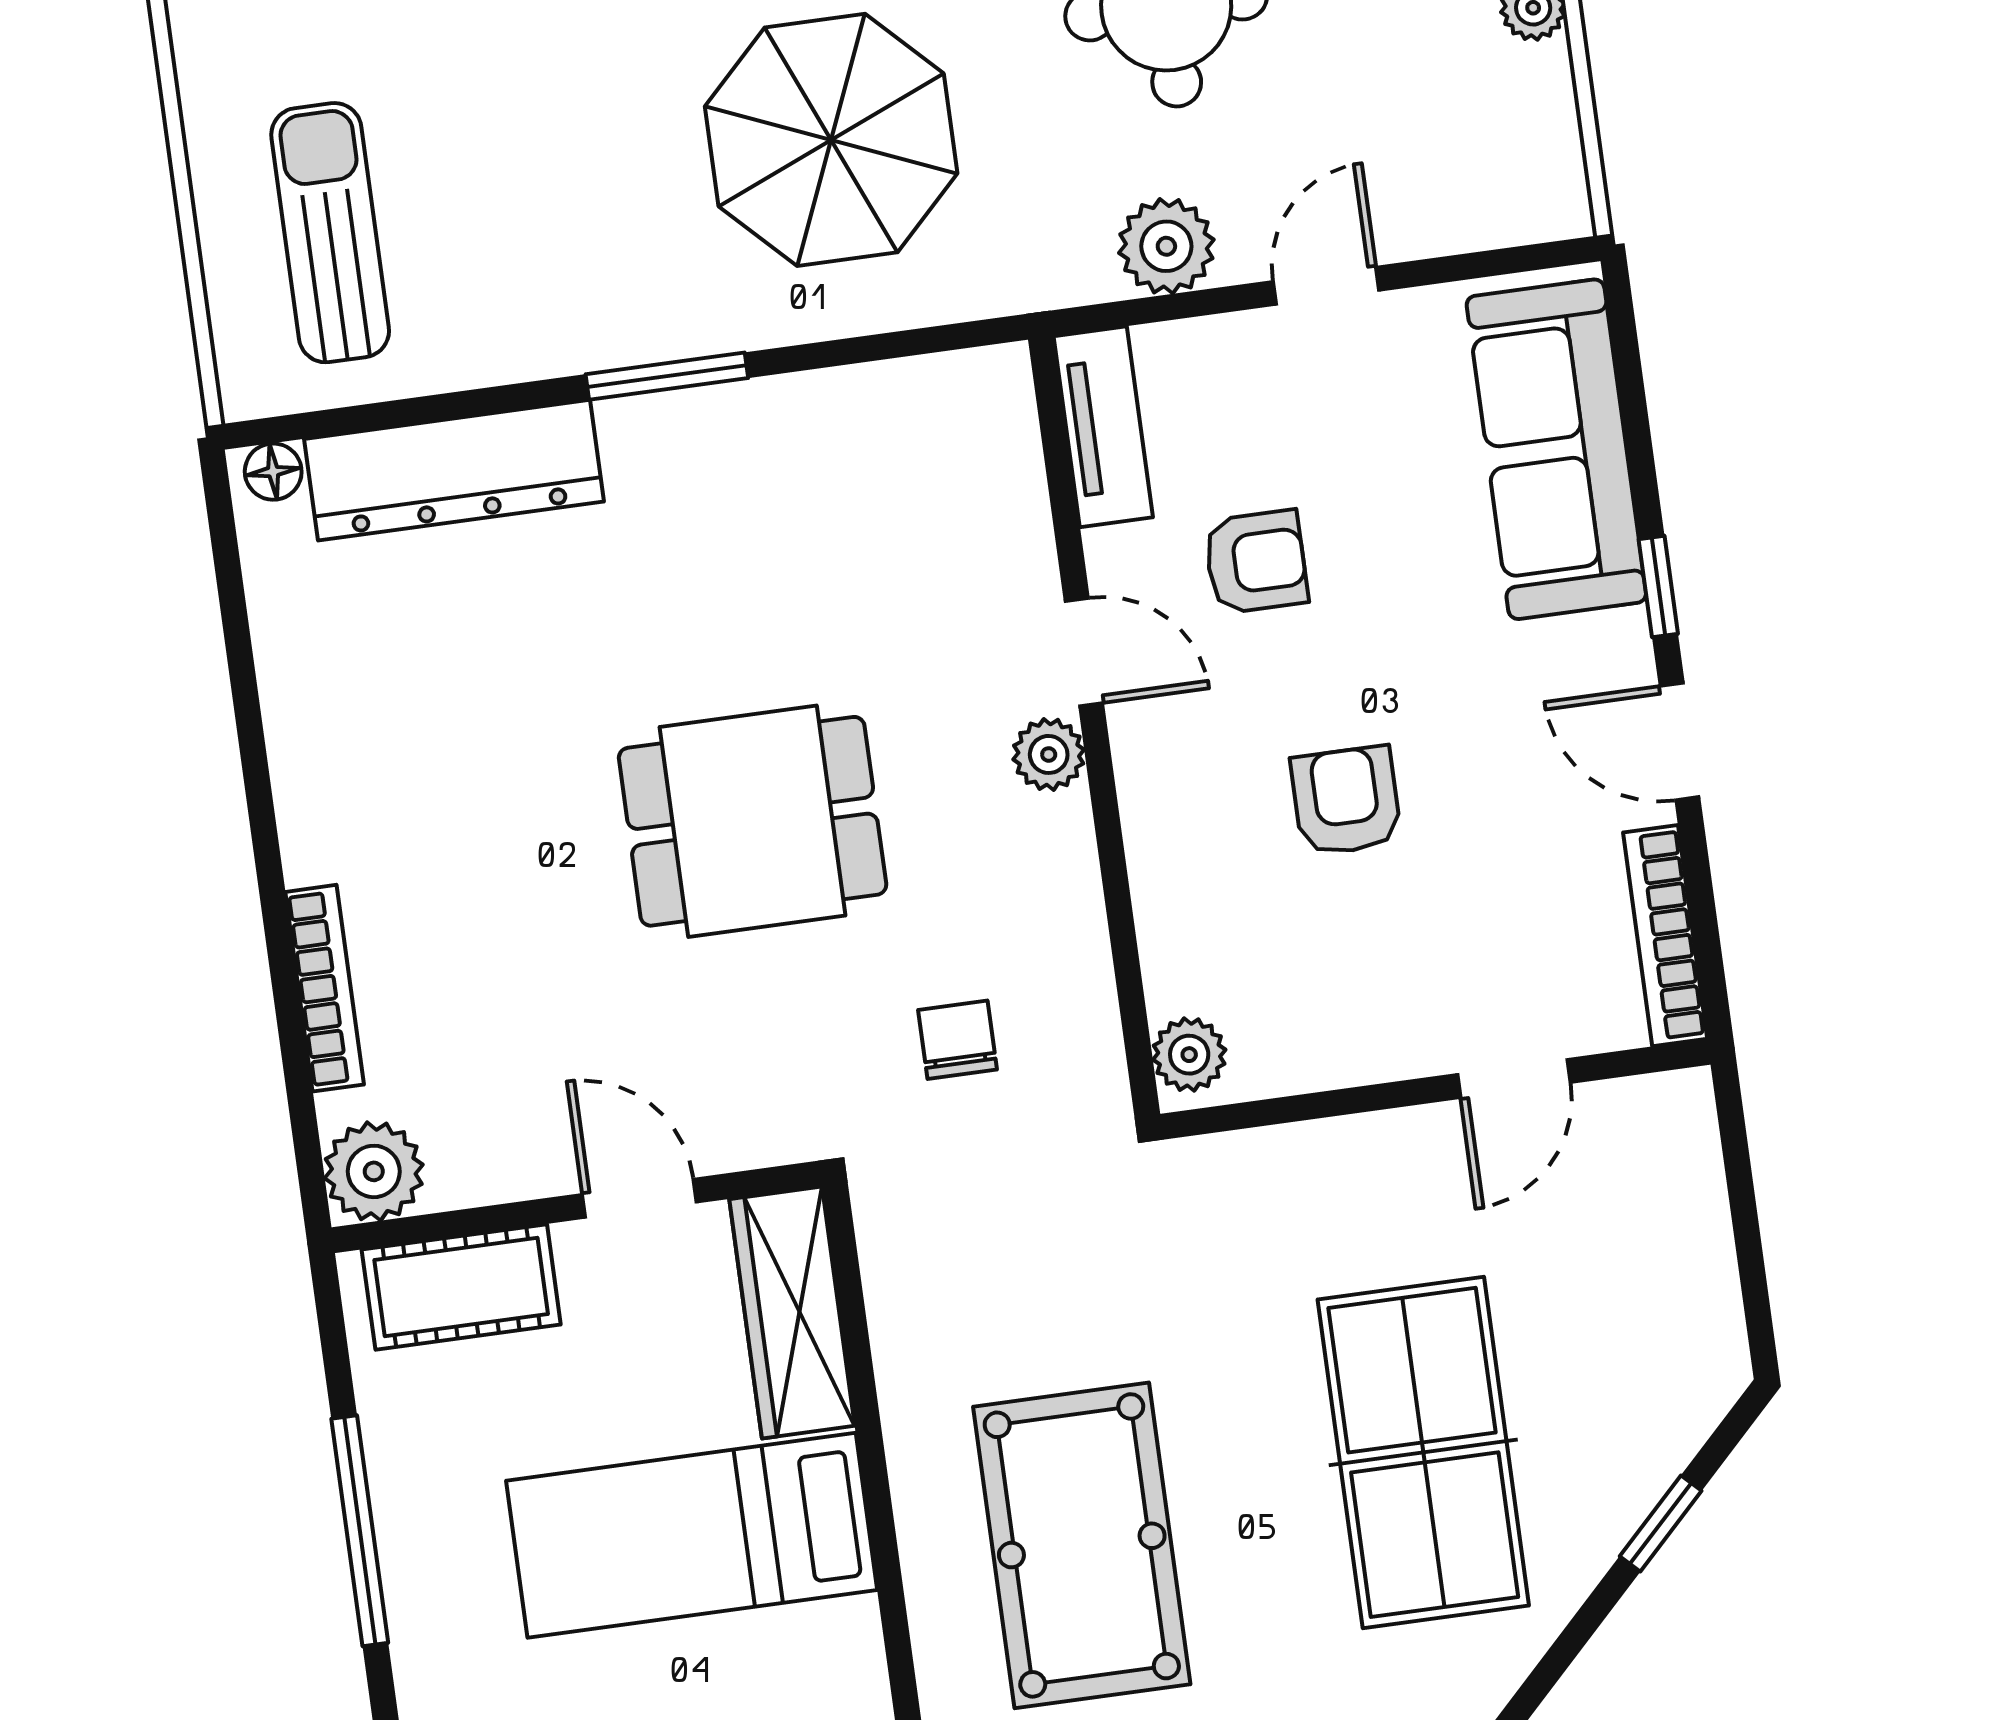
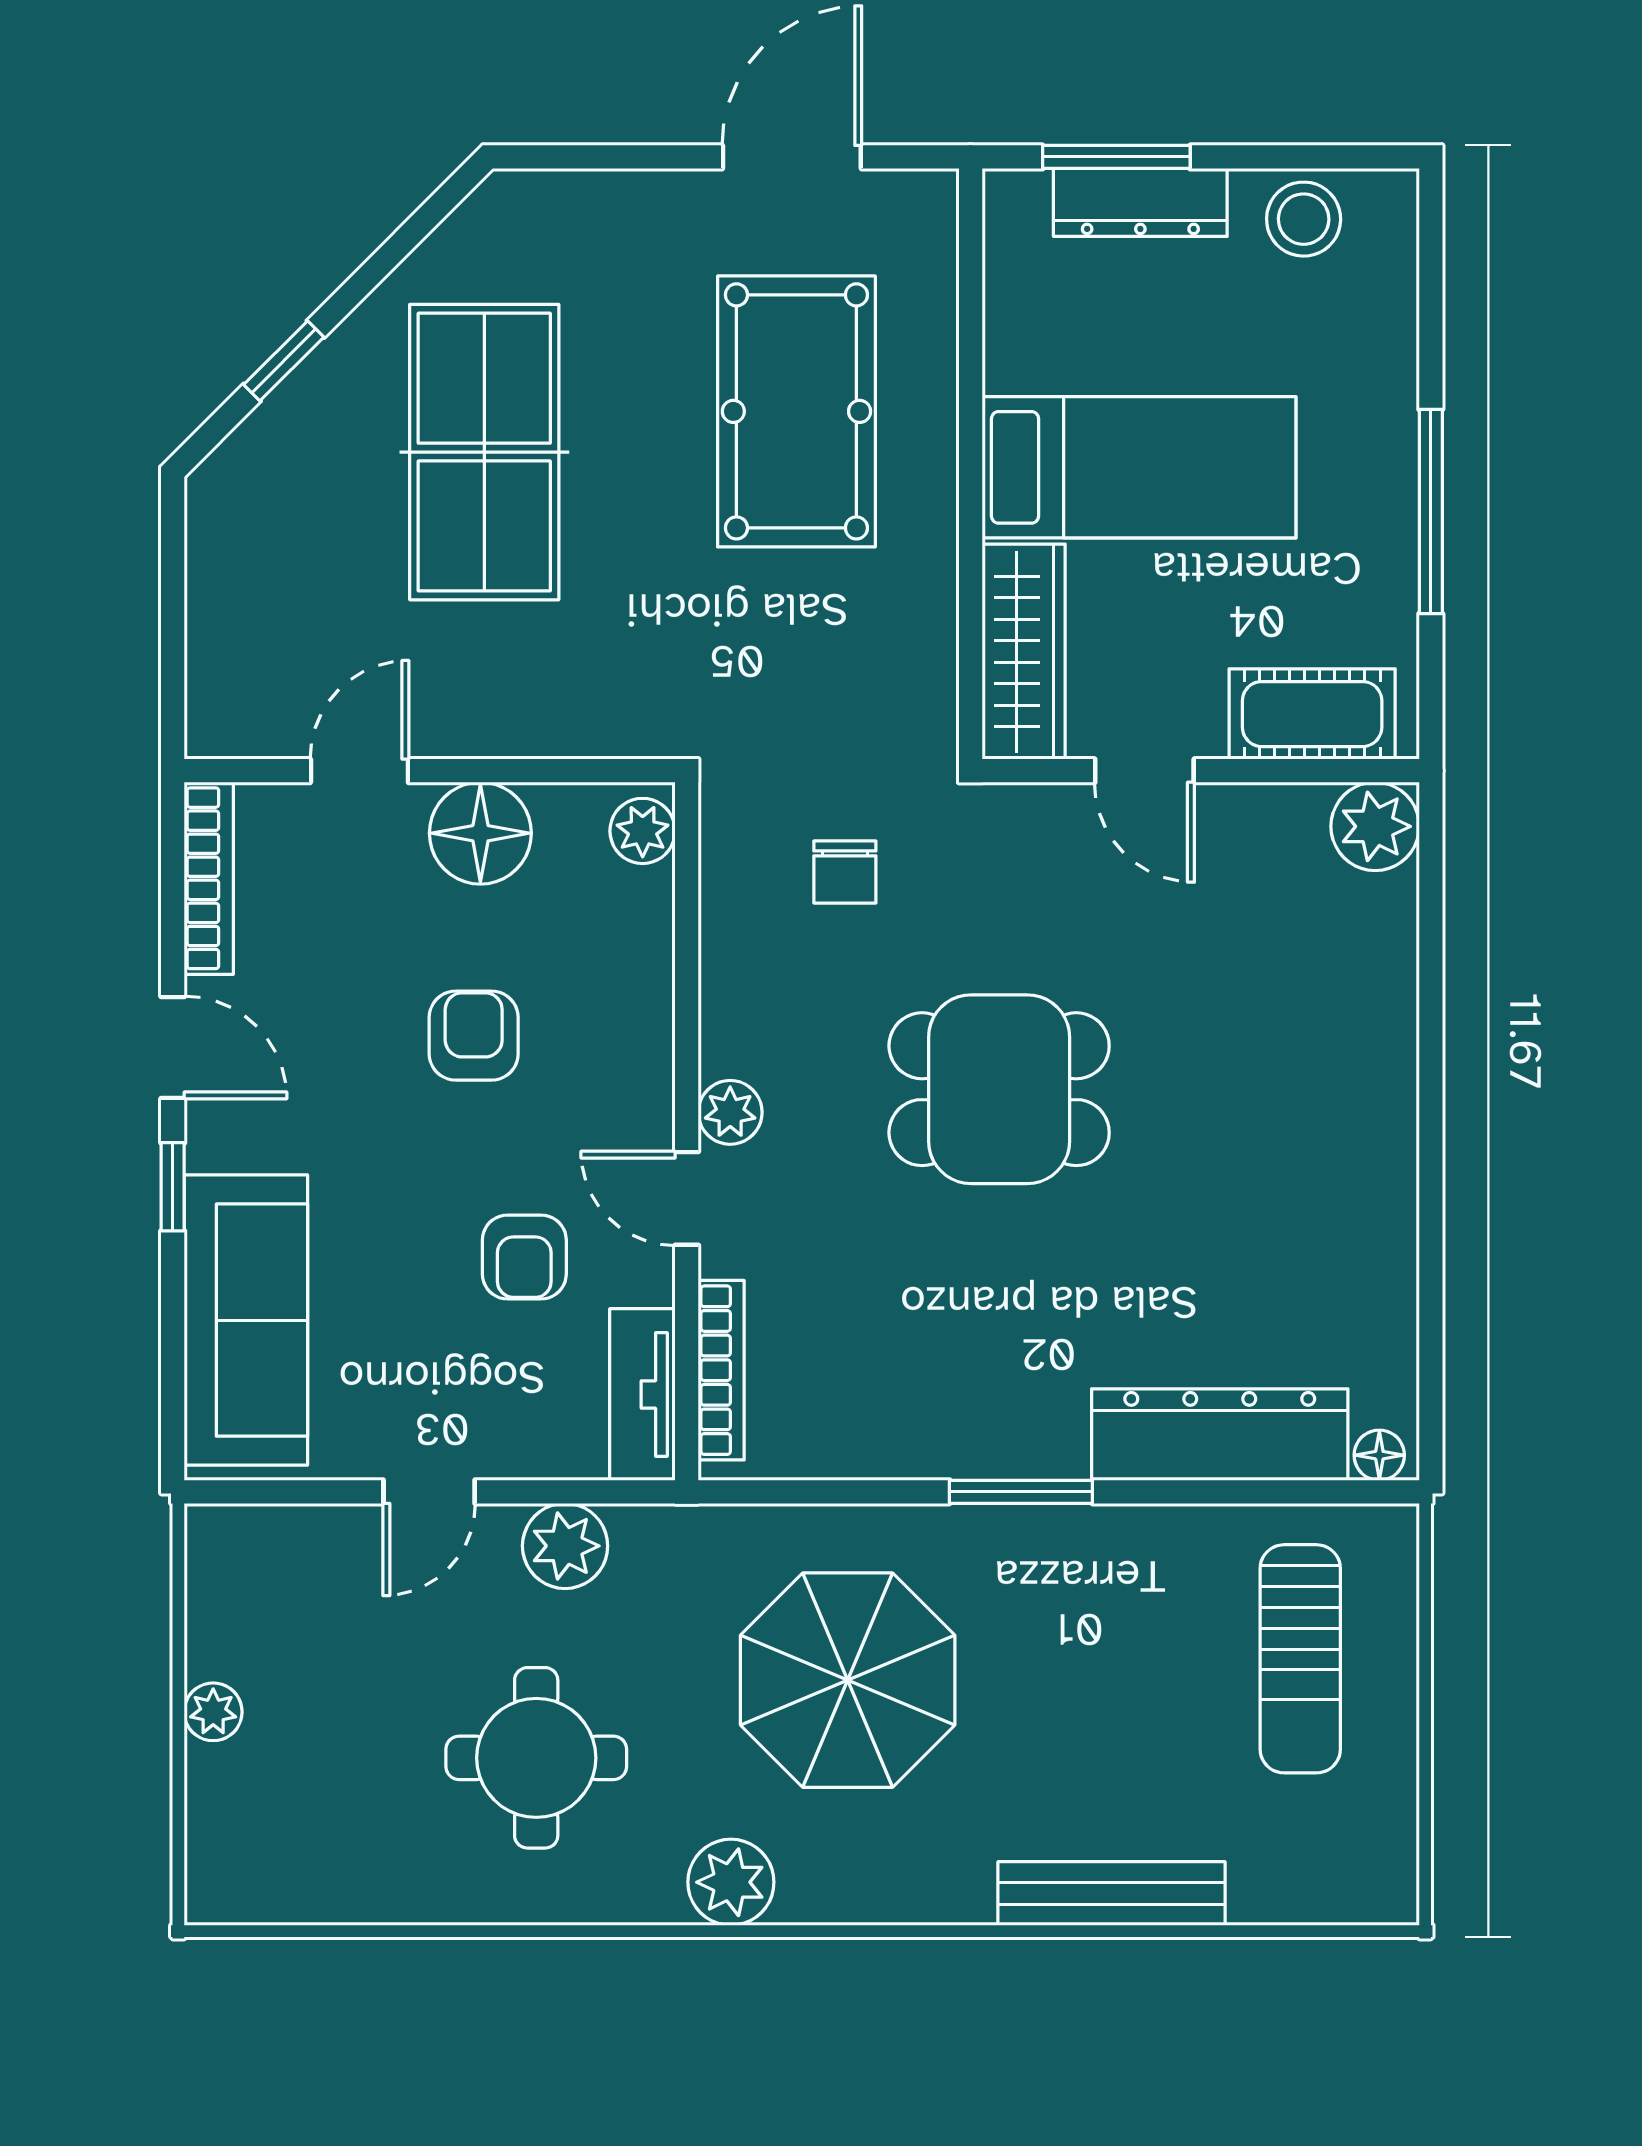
armchair: (1256, 562) -> (524, 1257), turned -90
armchair: (1346, 801) -> (474, 1036), turned 180
bookcase: (325, 988) -> (721, 1370), moved, turned 180
floor lamp: (1369, 1027) -> (480, 833), added

